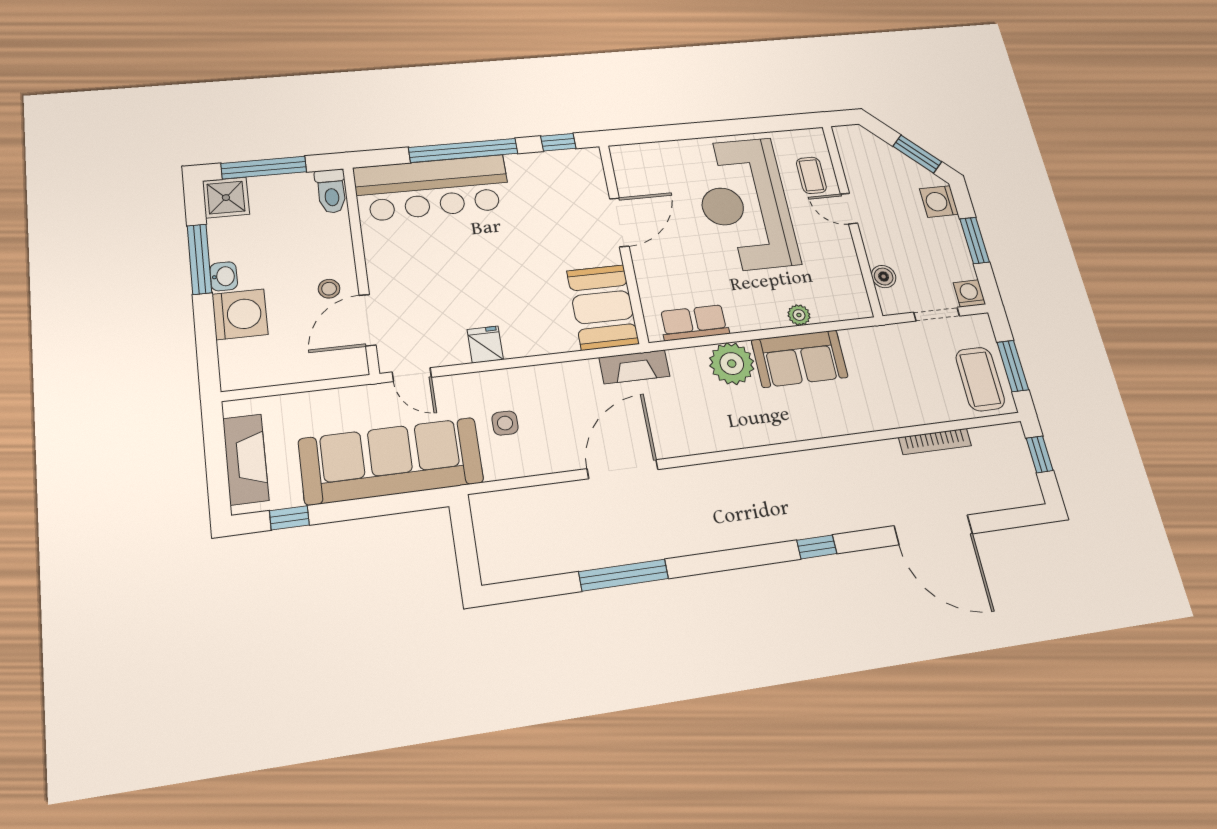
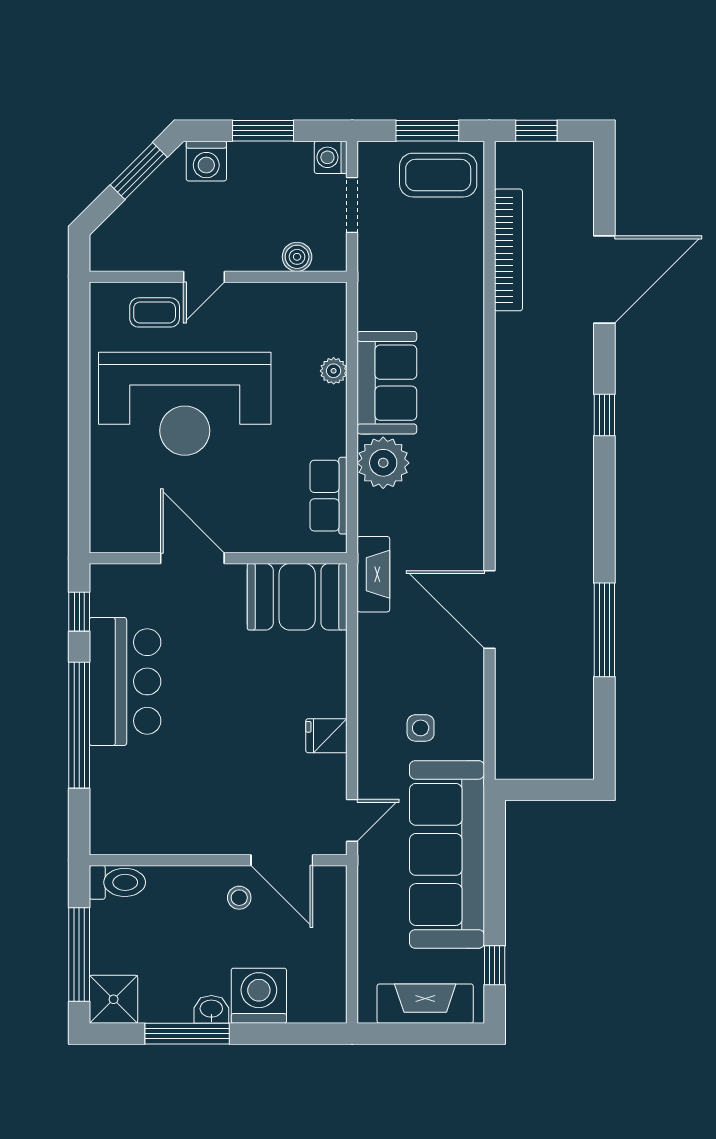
bar counter: (432, 188) -> (125, 681), moved, width x0.73
bookcase: (935, 442) -> (508, 250), width x1.48, depth x1.31

